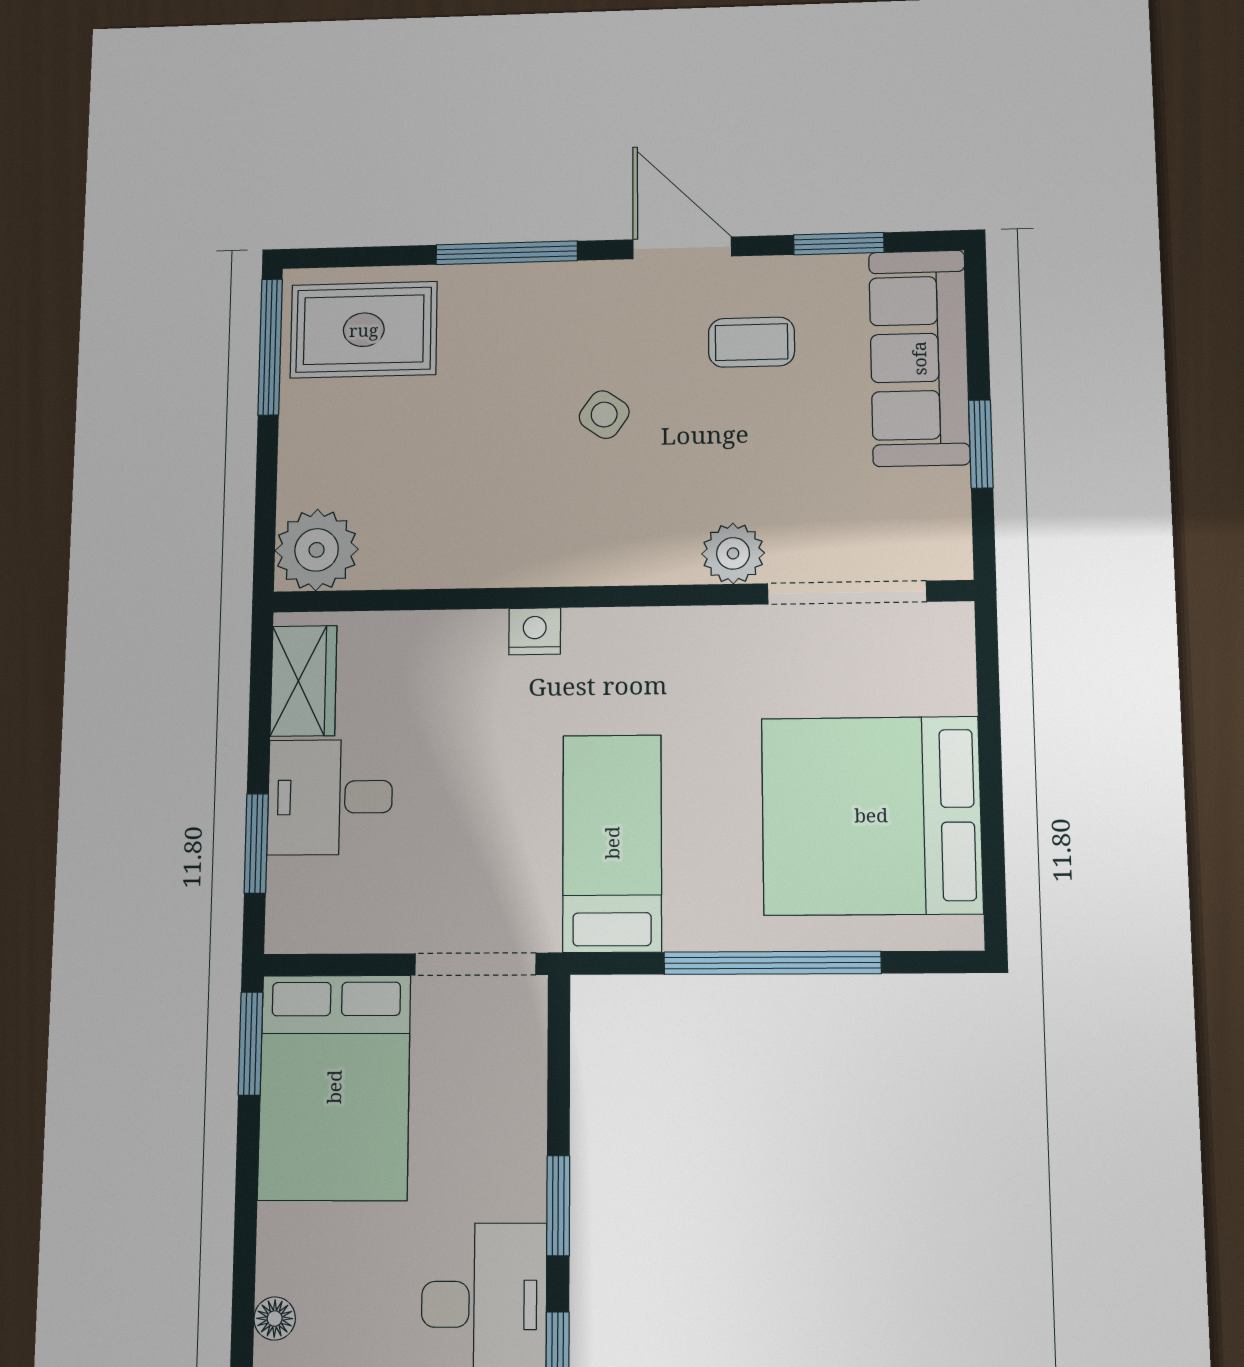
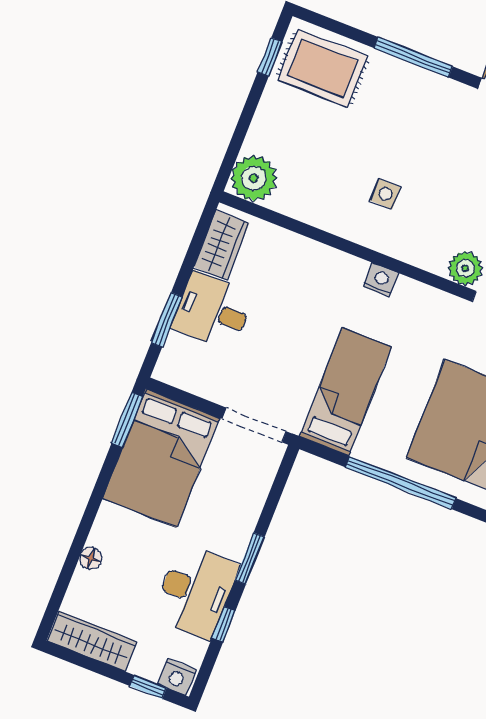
window: (270, 347) -> (270, 57), width x0.46
side table: (604, 415) -> (385, 194), moved, turned -35
nightstand: (535, 631) -> (381, 280), moved

